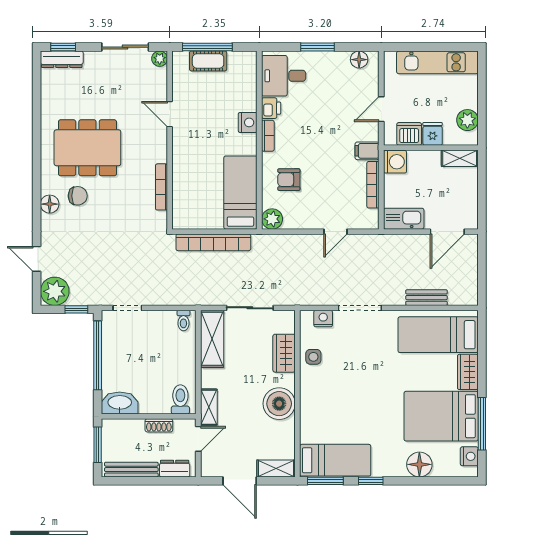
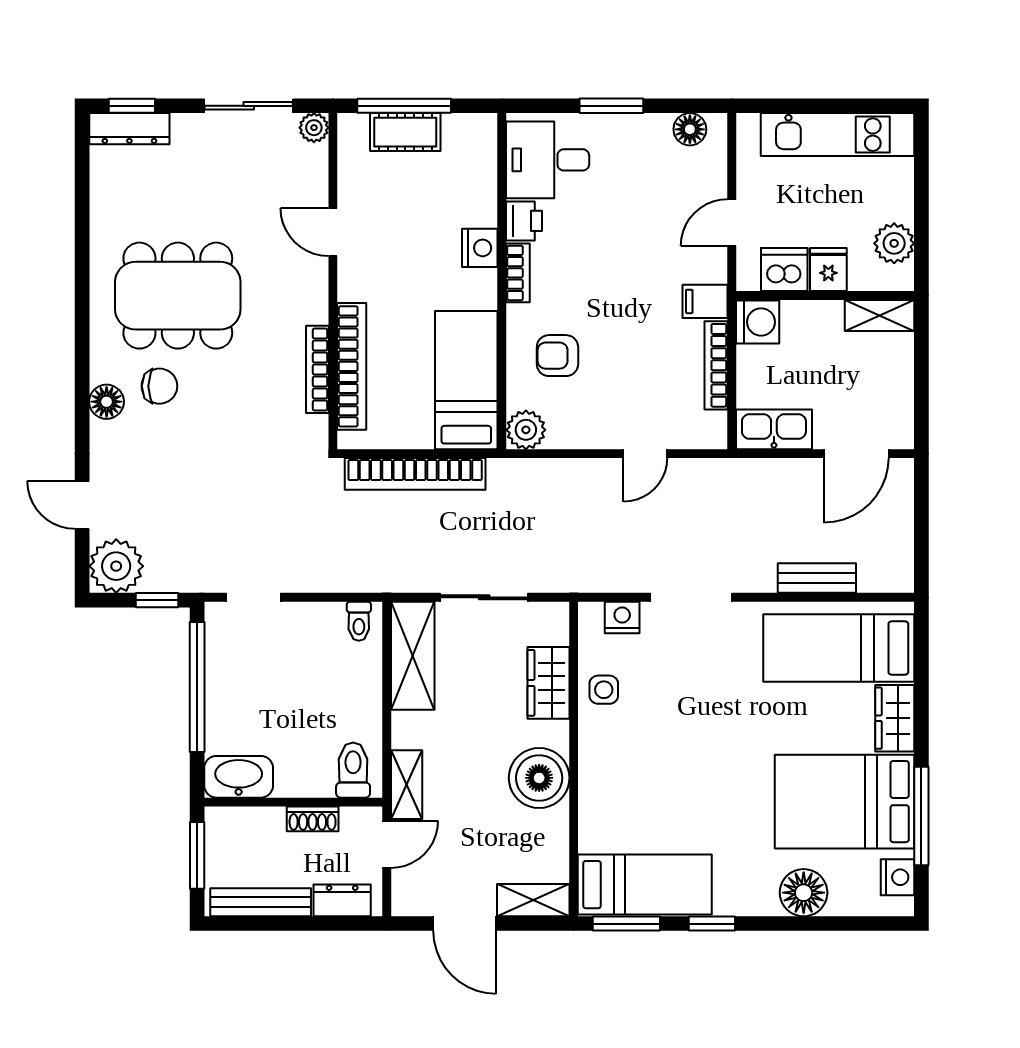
bookcase: (180, 185) -> (352, 366), added

